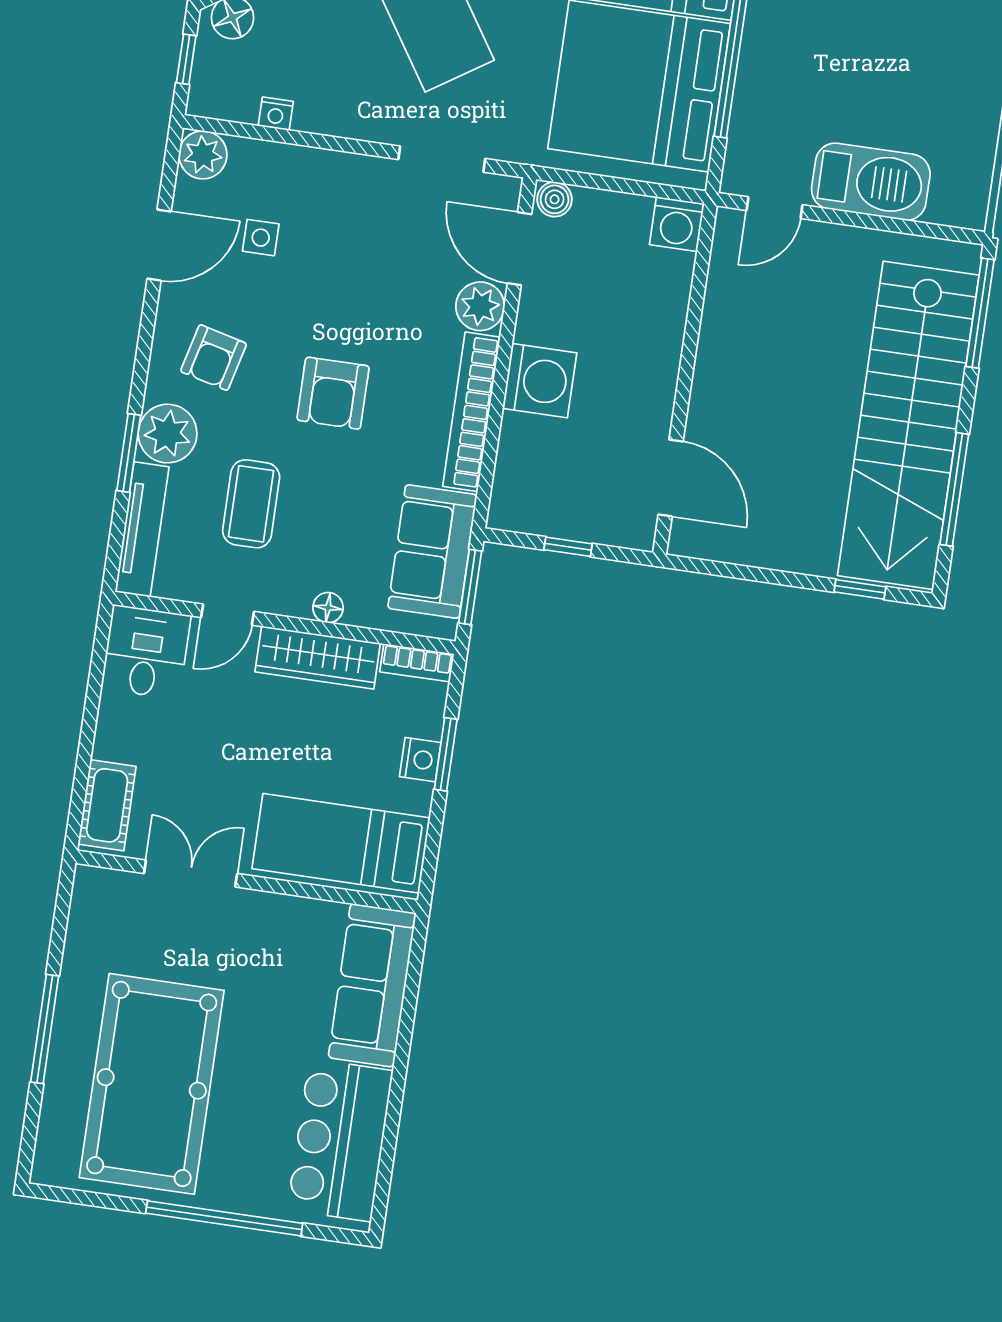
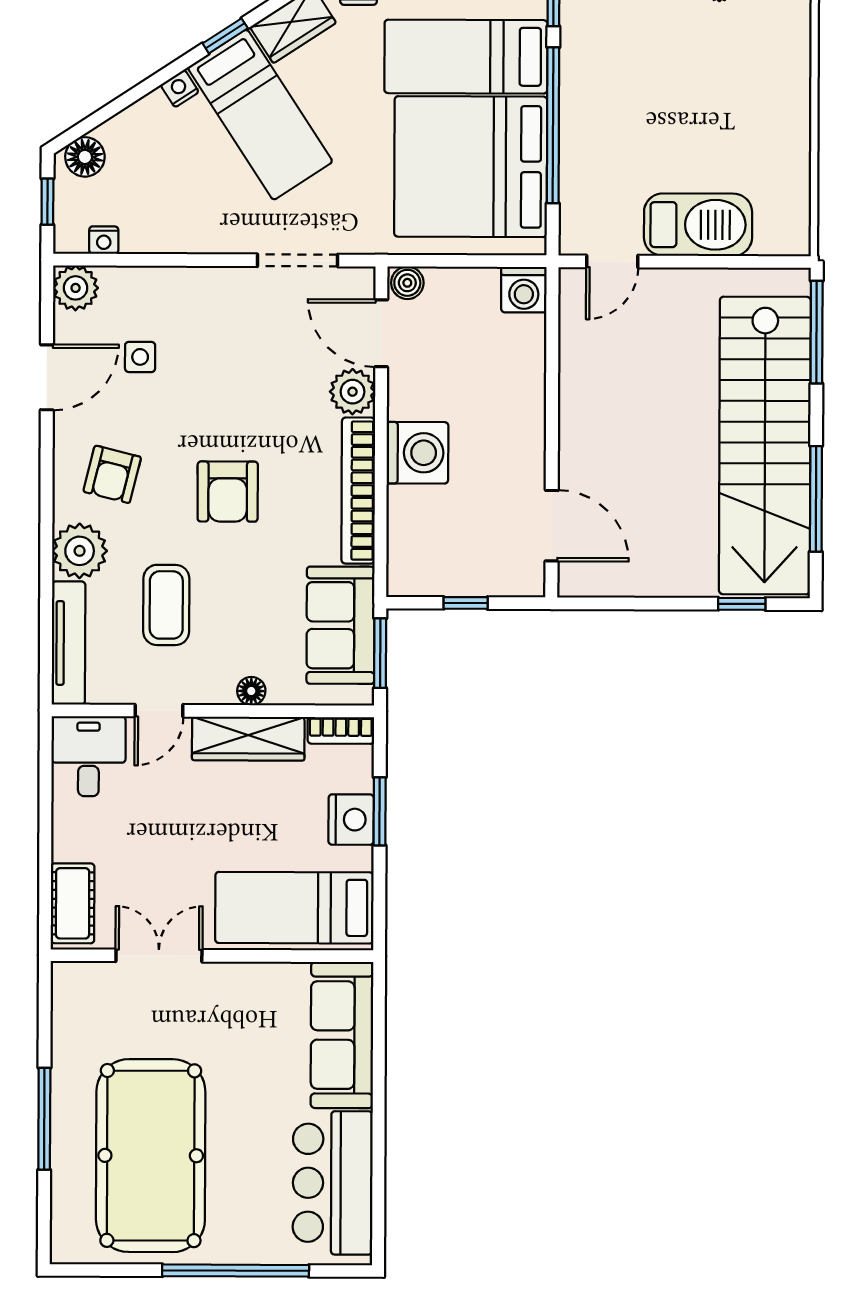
nightstand: (276, 114) -> (104, 240), moved
window: (129, 453) -> (46, 574), removed
nightstand: (420, 760) -> (351, 820), width x1.36, depth x1.33

